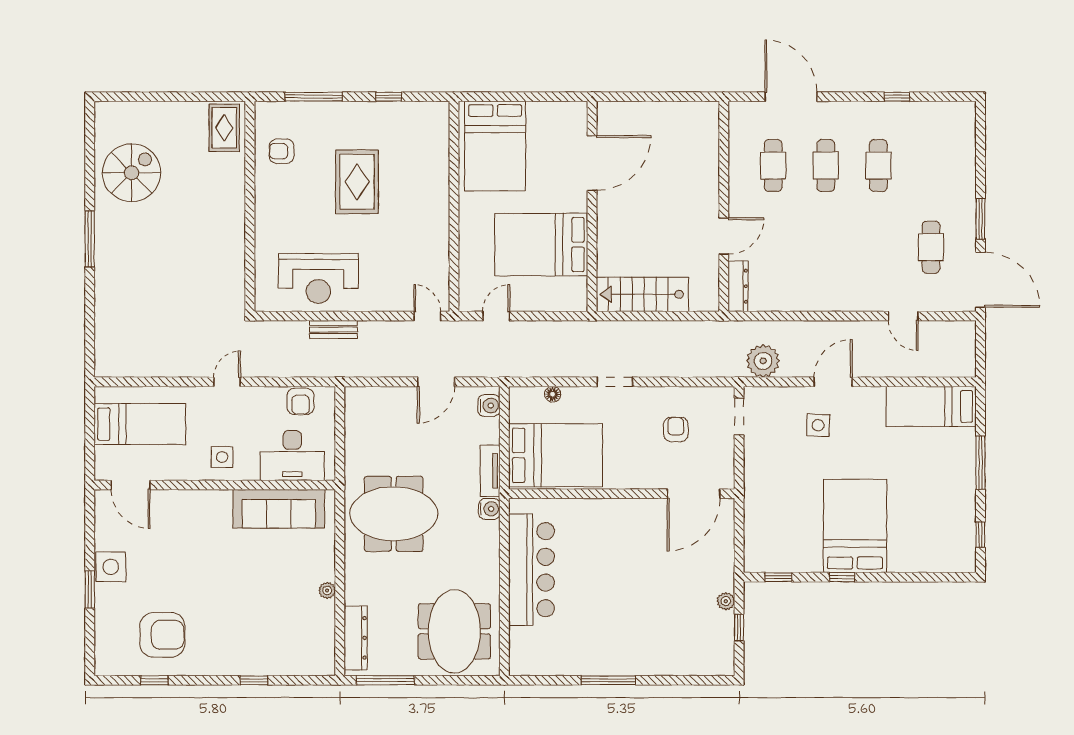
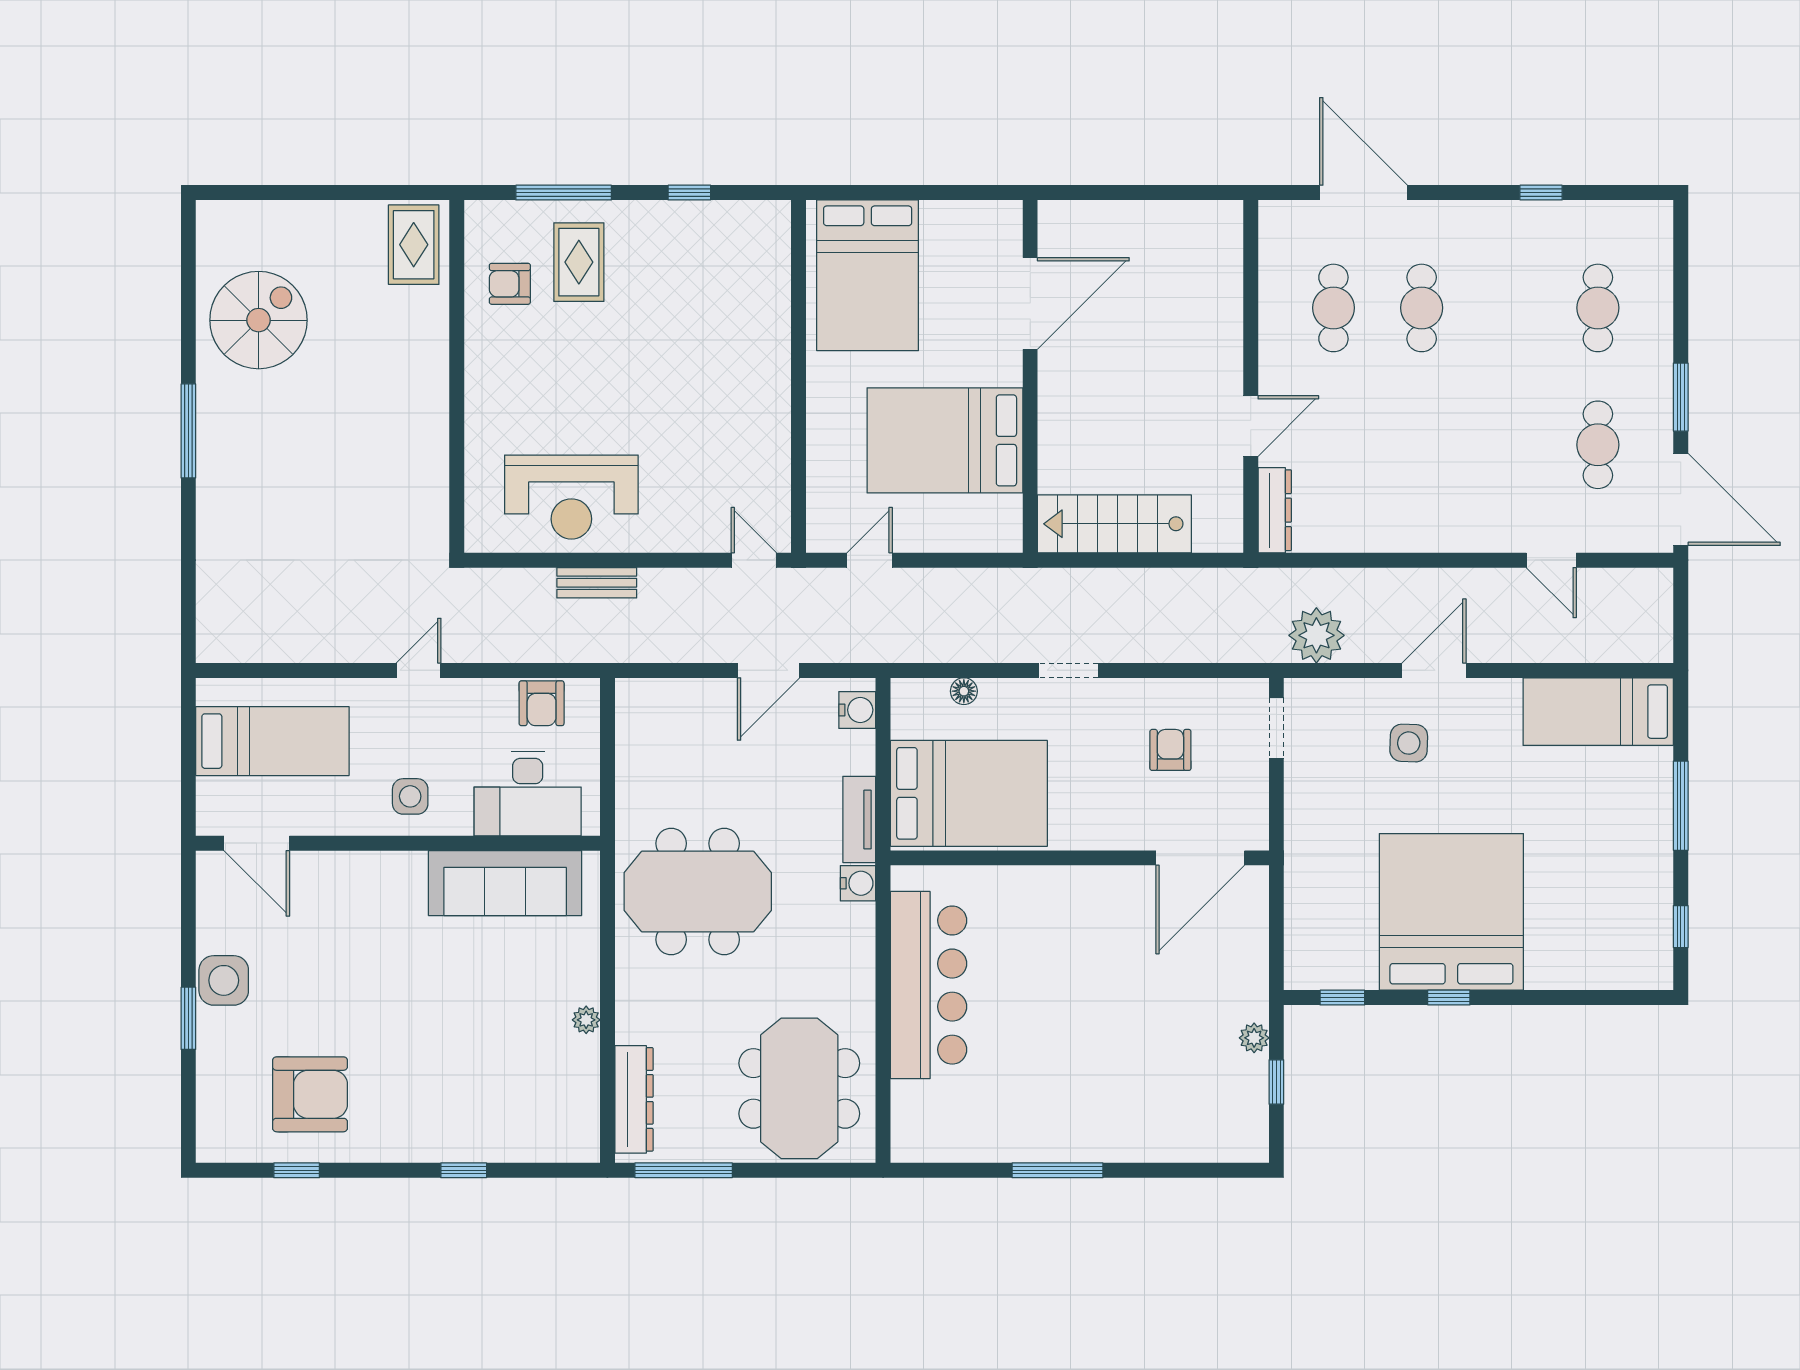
cafe table: (878, 166) -> (1598, 308), moved
rug: (357, 182) -> (579, 262), moved, width x0.73, depth x0.70
bed: (855, 526) -> (1451, 912), width x1.36

